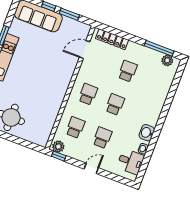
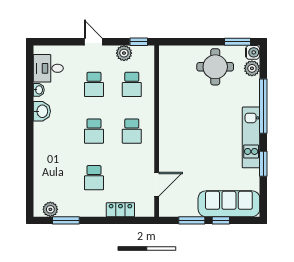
locker: (112, 39) -> (120, 210), width x0.66
window: (159, 48) -> (66, 220), width x0.69
plant: (58, 147) -> (124, 53), moved
door: (91, 168) -> (93, 42), swing flipped

